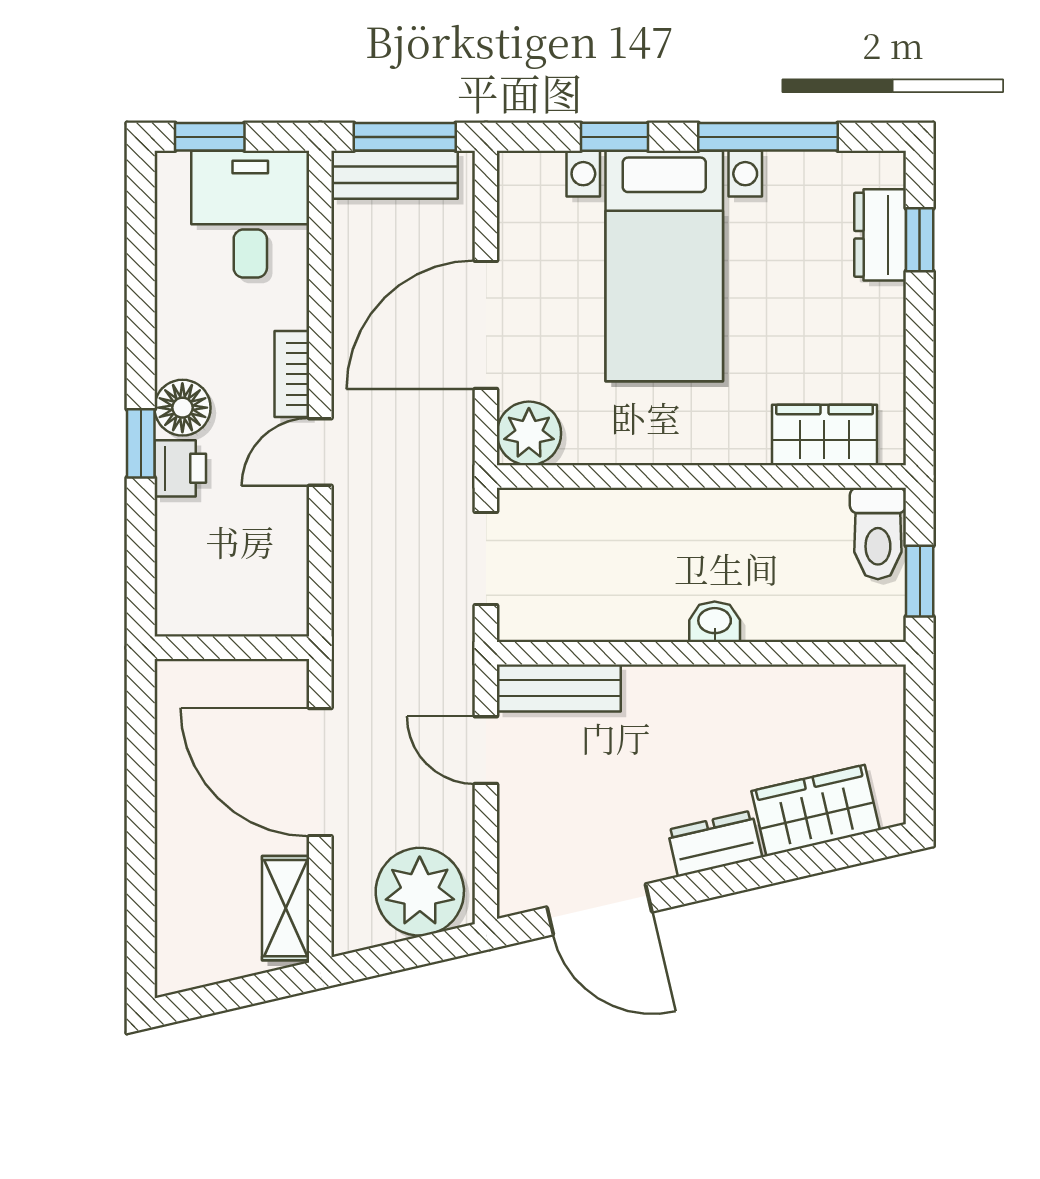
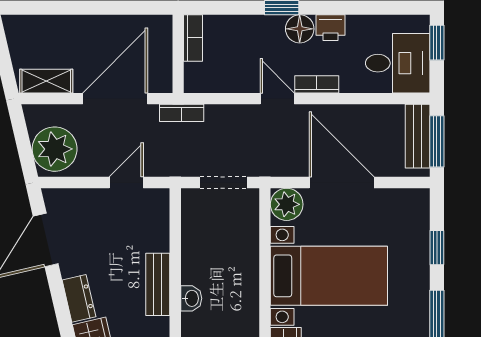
bed with nightstands: (664, 266) -> (329, 276), moved, turned 180
printer: (180, 468) -> (330, 28), moved
bookcase: (201, 618) -> (193, 38), added
bookcase: (349, 641) -> (182, 113), added
bench: (559, 688) -> (158, 284), moved

